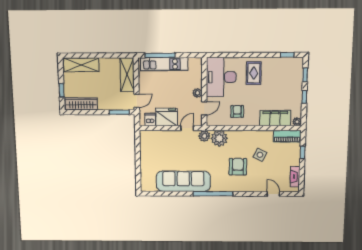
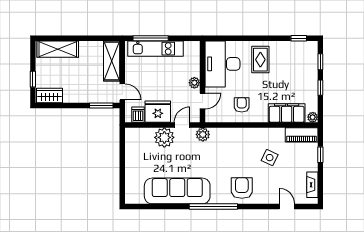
door: (137, 101) -> (122, 92), hinge flipped
wardrobe: (81, 104) -> (49, 96), width x0.67
plant: (219, 138) -> (164, 137), moved
armchair: (238, 167) -> (242, 188), moved

